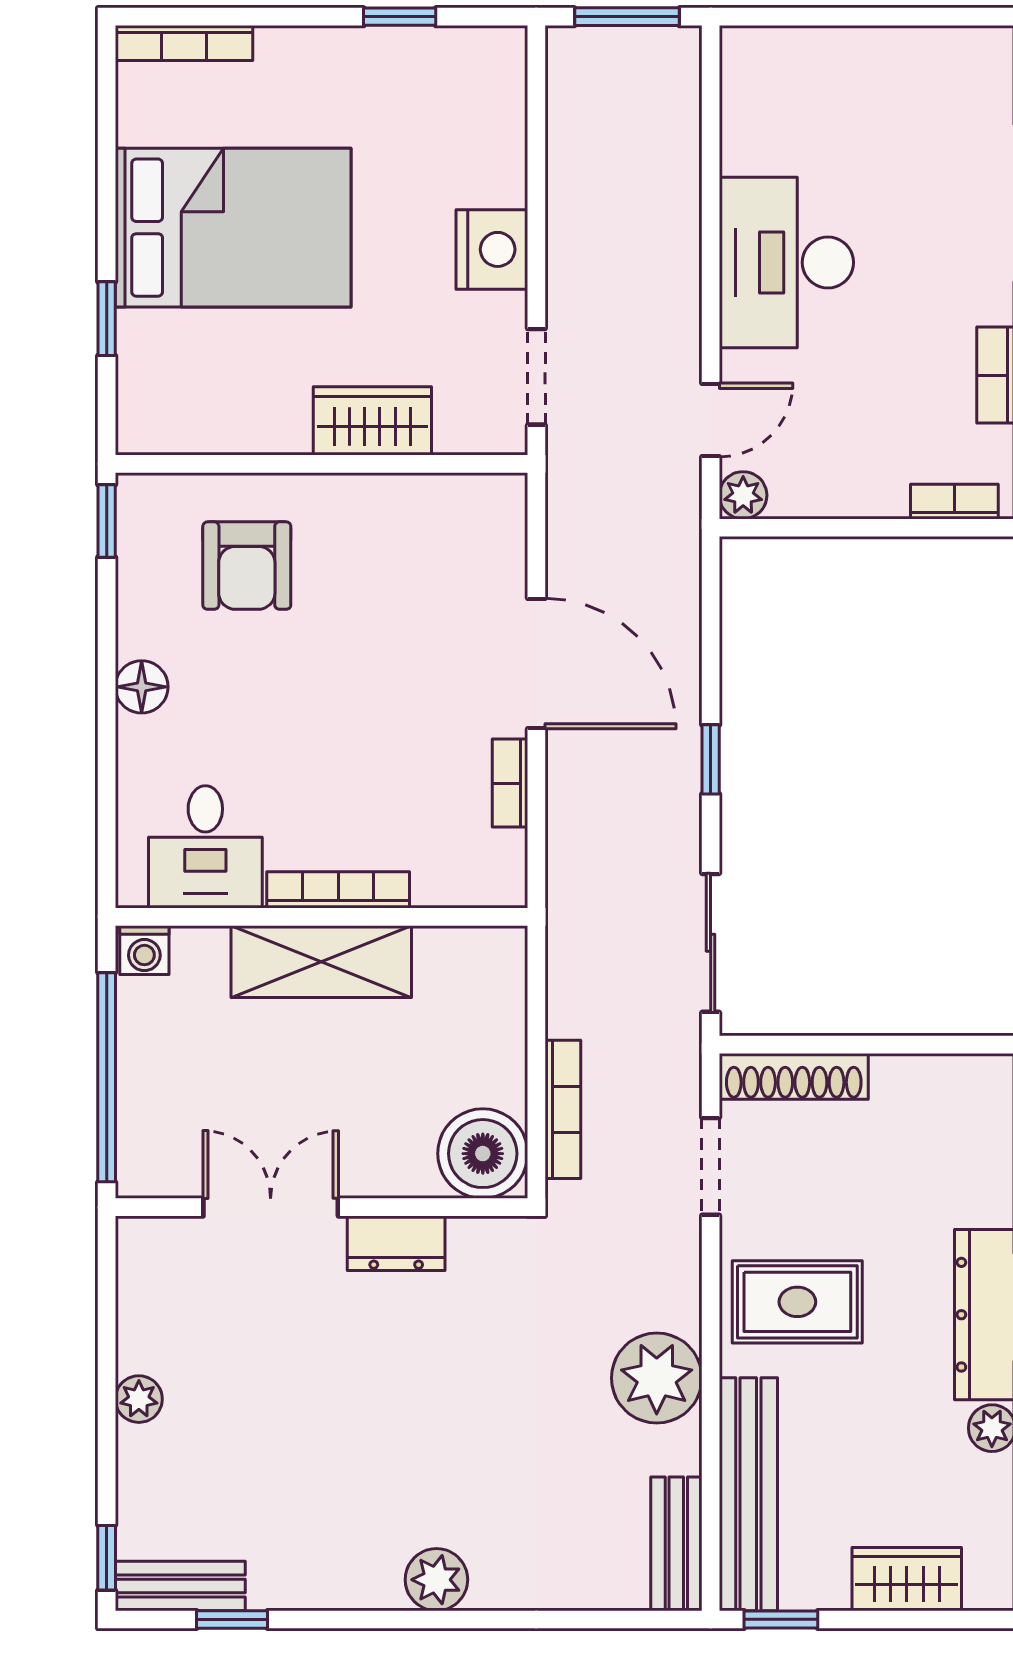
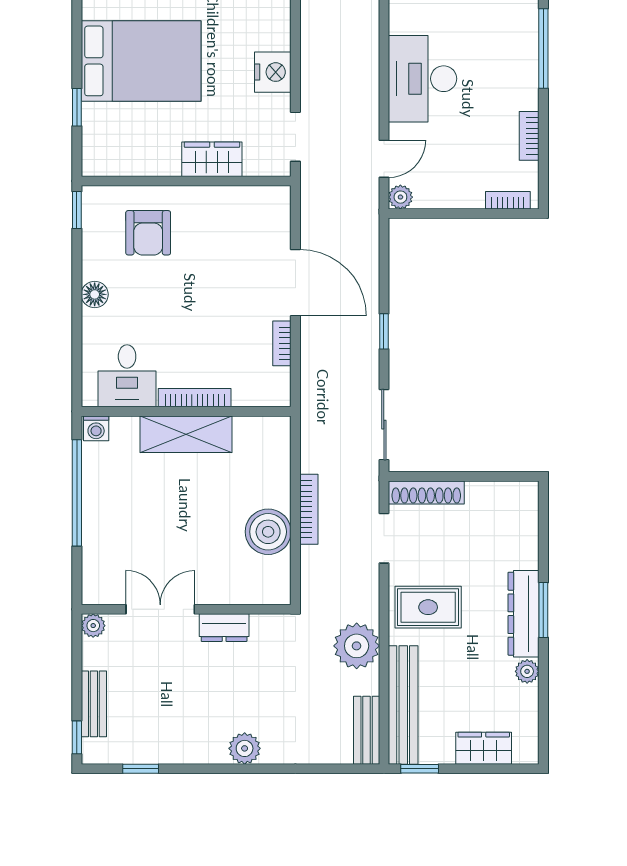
double door: (271, 1207) -> (160, 609), moved
wall: (322, 1207) -> (186, 609), moved
dresser: (396, 1243) -> (224, 628), moved
plant: (139, 1399) -> (93, 626), moved
bench: (180, 1586) -> (94, 704), moved, turned 90

